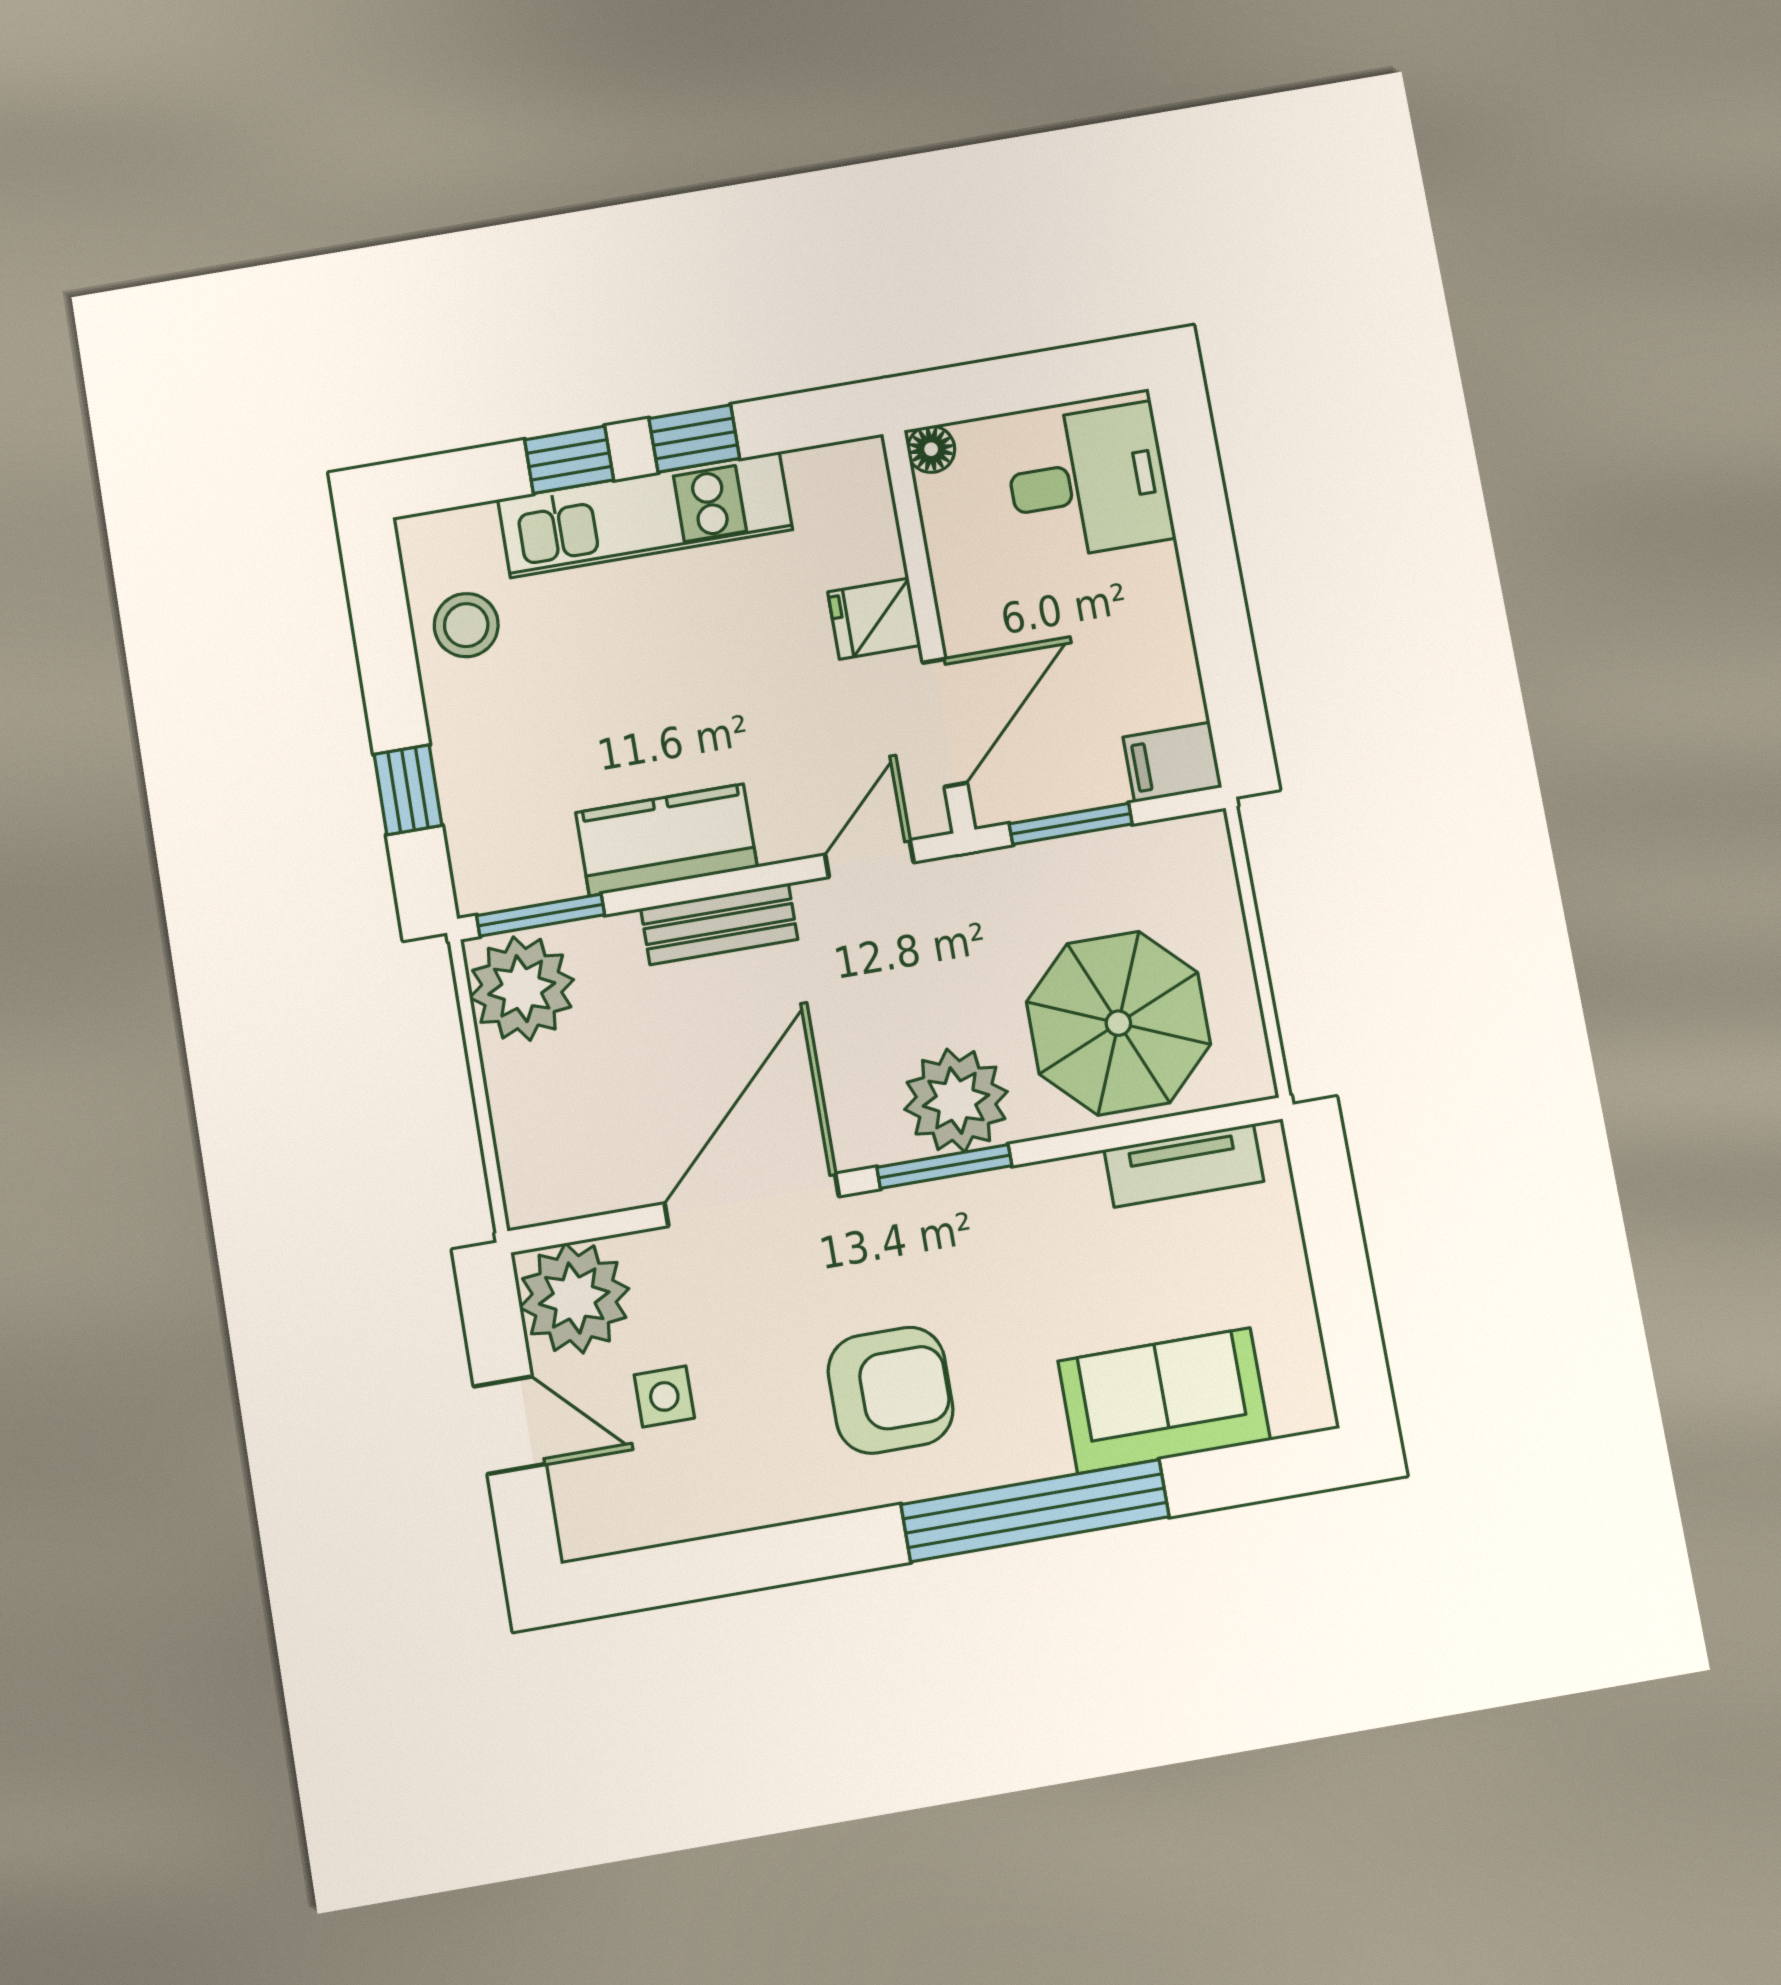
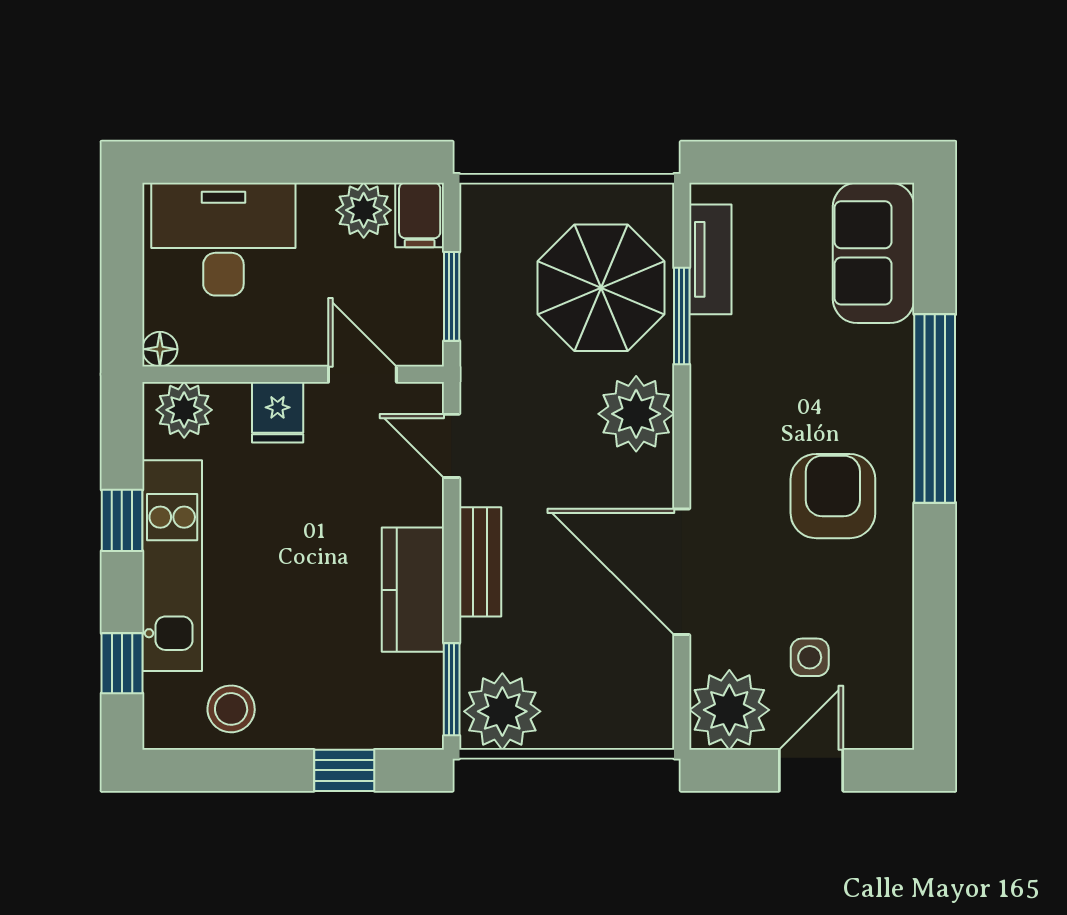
window: (569, 460) -> (122, 663), moved
desk: (1088, 482) -> (223, 239), width x1.37
plant: (856, 495) -> (184, 410), added
plant: (1165, 686) -> (364, 210), added
door: (945, 723) -> (362, 374), width x0.73
window: (944, 1167) -> (682, 316), moved
sofa: (1164, 1401) -> (874, 253), moved

